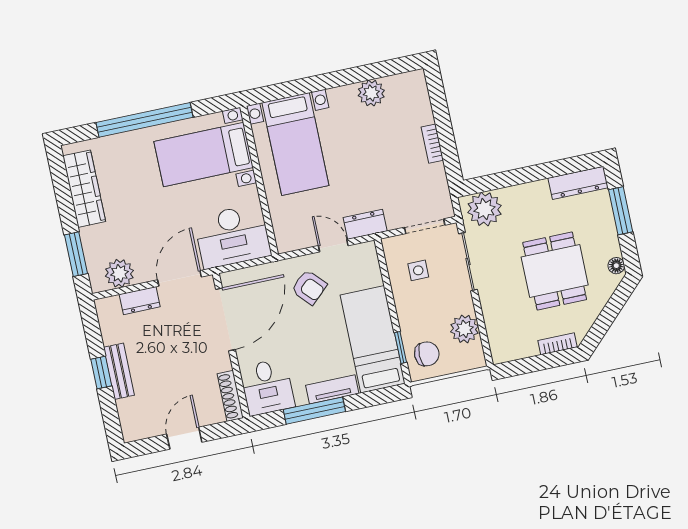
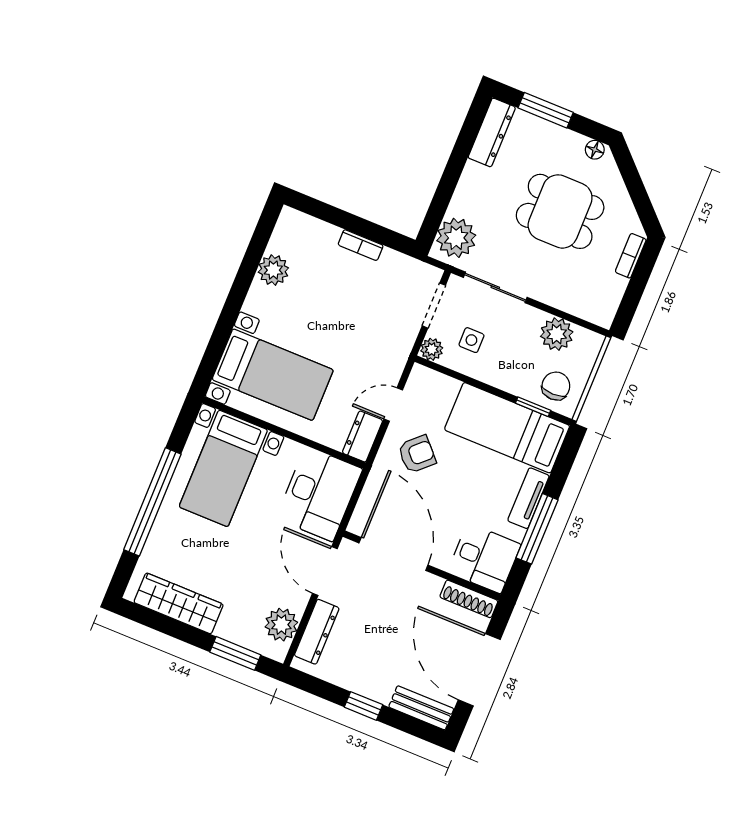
dresser: (365, 224) -> (362, 437), moved
plant: (392, 246) -> (432, 349), added
dresser: (140, 301) -> (317, 632), width x1.44
bench: (119, 371) -> (421, 708), moved
door: (184, 438) -> (479, 670), width x1.87

